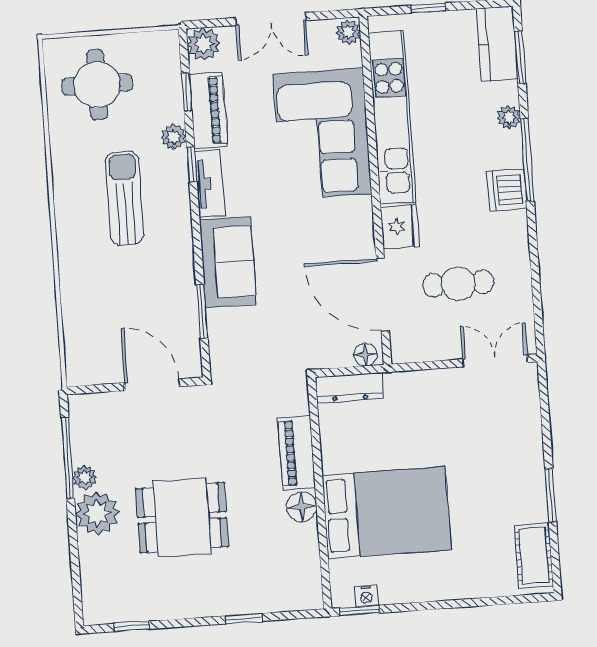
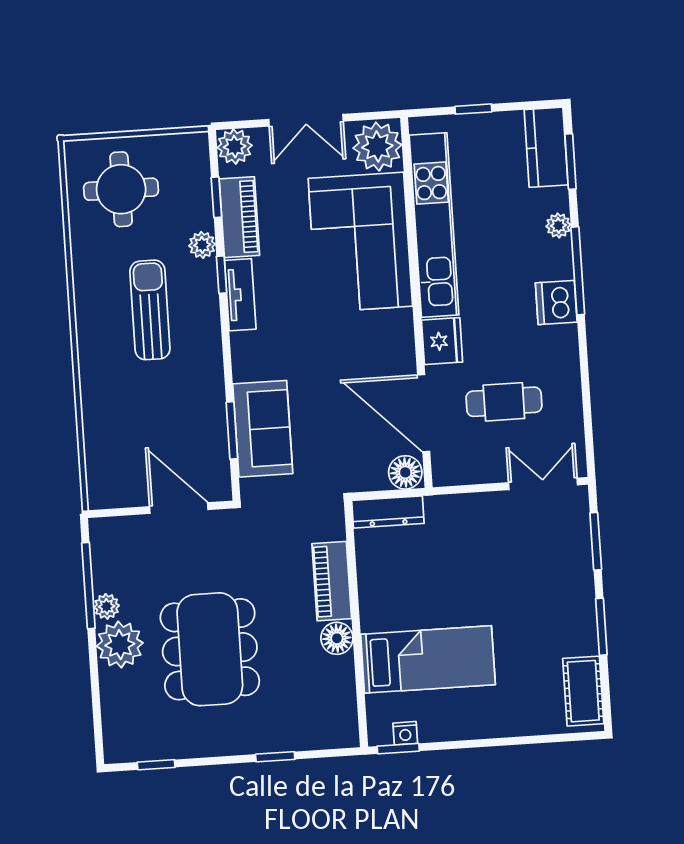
plant: (348, 32) -> (377, 147), width x1.87, depth x1.87
sofa: (228, 262) -> (263, 429), moved
floor lamp: (366, 355) -> (405, 472), width x1.37, depth x1.37
window: (545, 415) -> (596, 541), added
bed: (387, 513) -> (428, 659), width x0.67
dining table: (182, 518) -> (210, 649), width x1.38

